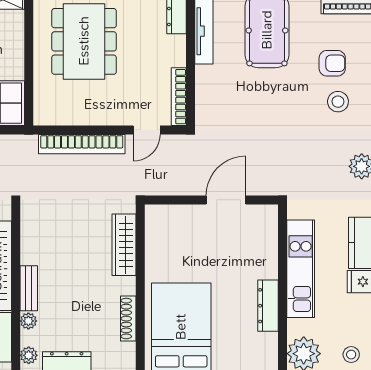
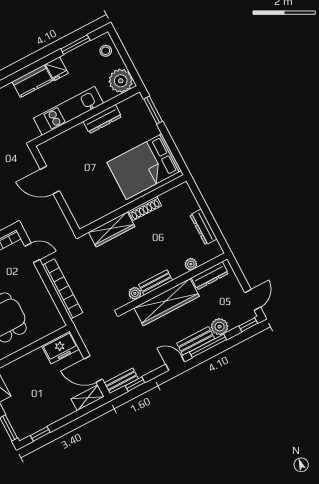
bench: (29, 288) -> (156, 282), moved
shoe rack: (128, 319) -> (145, 208), moved
plant: (29, 355) -> (135, 293), moved

